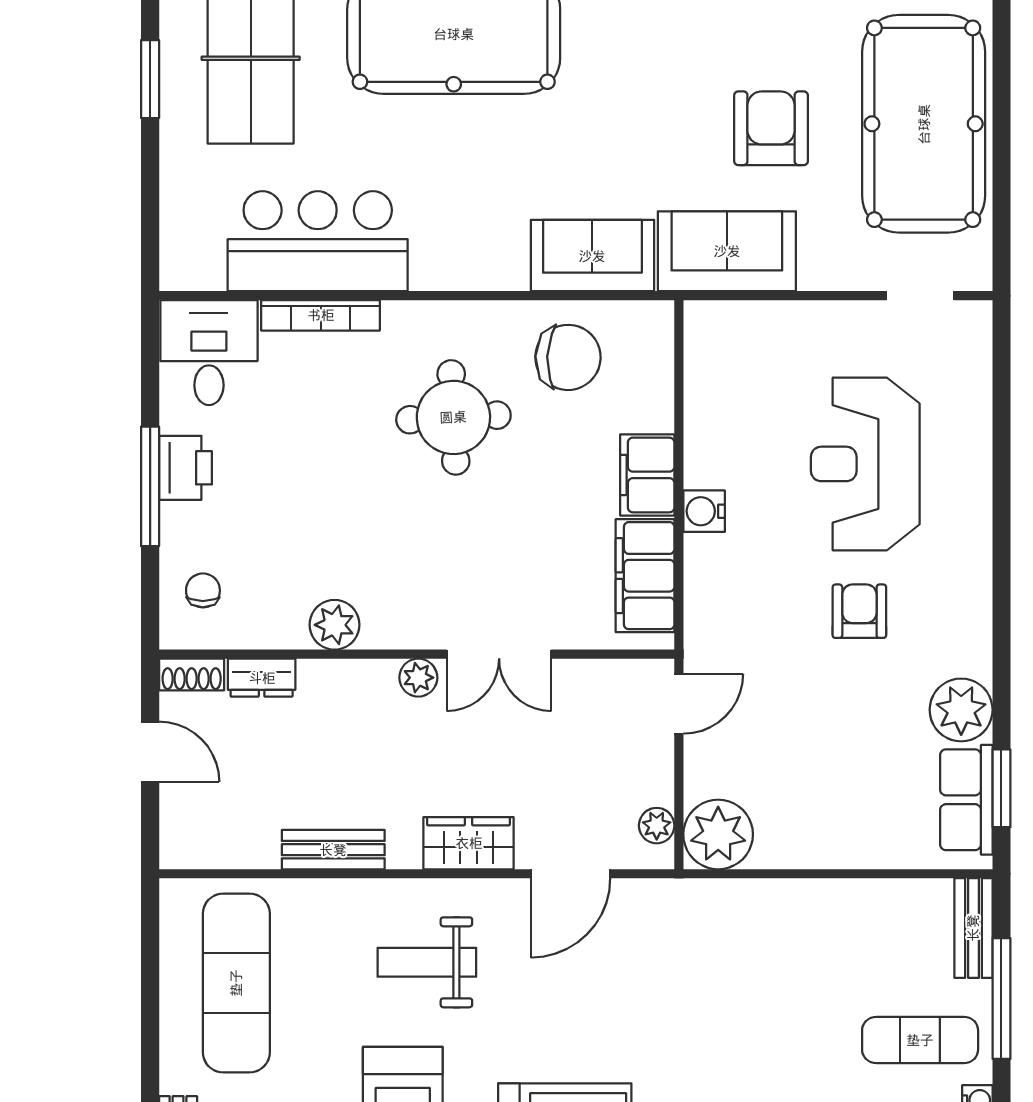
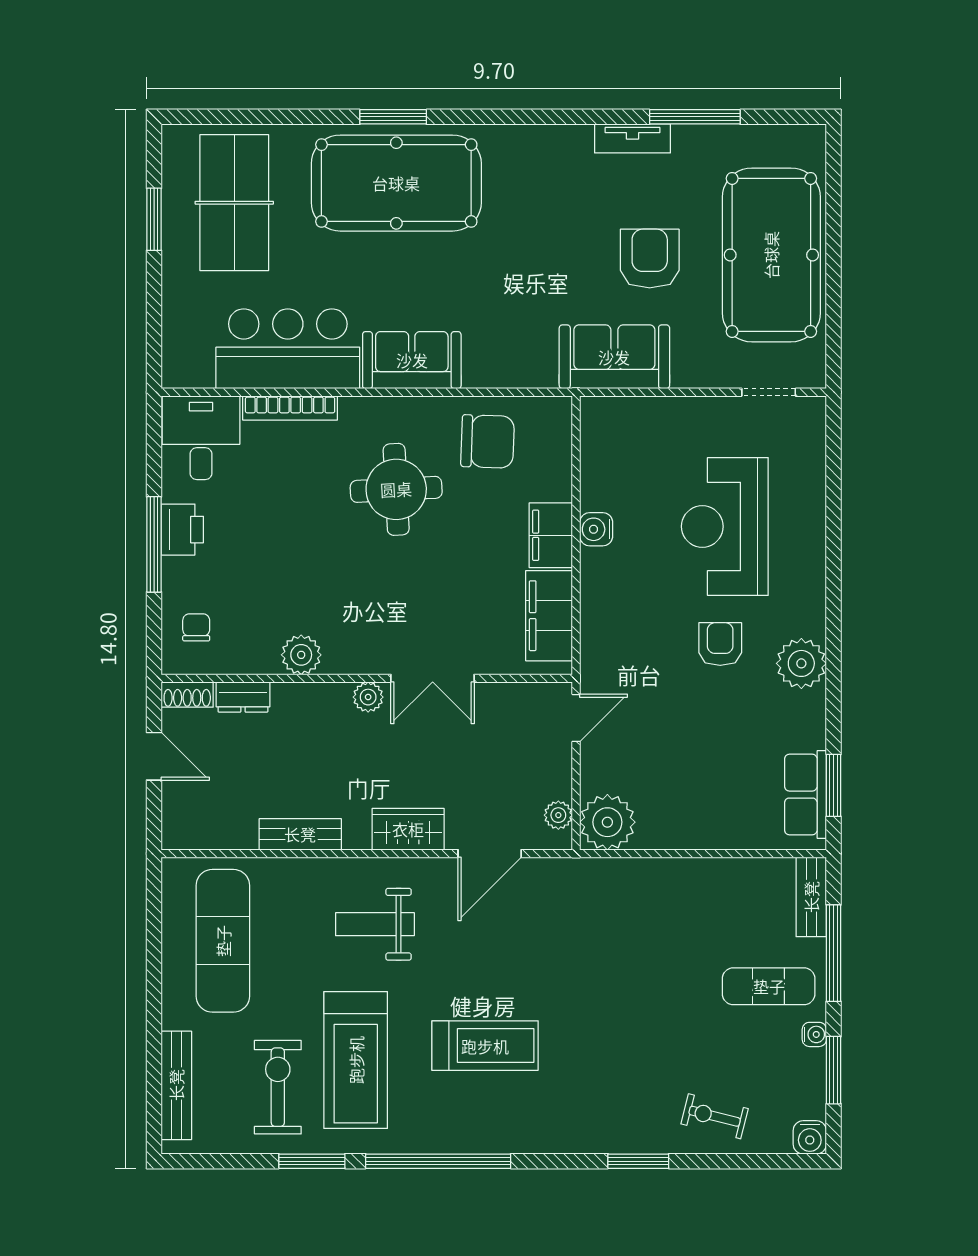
sofa: (592, 256) -> (412, 360), moved
water cooler: (704, 511) -> (596, 529), moved
plant: (961, 710) -> (801, 663), moved

